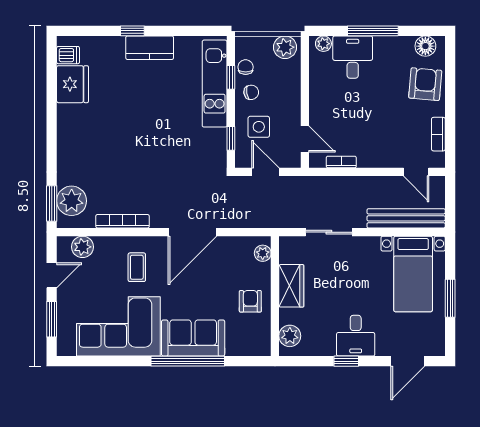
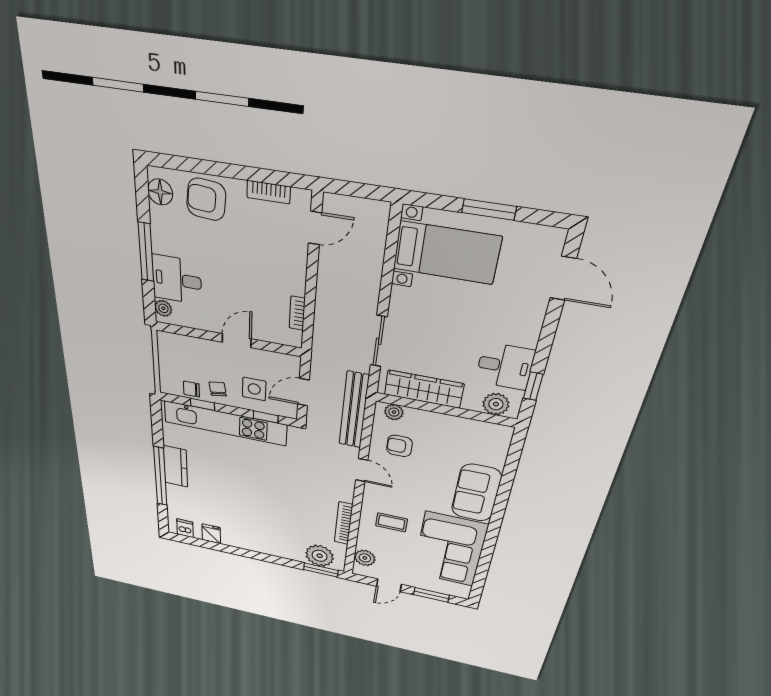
window: (132, 31) -> (160, 476), width x3.17
plant: (285, 47) -> (169, 348), removed
fridge: (72, 84) -> (211, 534), width x0.53, depth x0.75
kitchen unit: (215, 84) -> (225, 423), width x1.36
door: (305, 139) -> (237, 341), moved
bench: (406, 218) -> (354, 410), moved
door: (192, 232) -> (362, 470), width x0.53
door: (52, 275) -> (389, 585), swing flipped
wardrobe: (291, 286) -> (424, 389), width x1.50
armchair: (250, 301) -> (399, 446), moved
desk: (356, 336) -> (505, 366), moved
window: (188, 361) -> (501, 503), removed
window: (346, 361) -> (533, 386), moved

